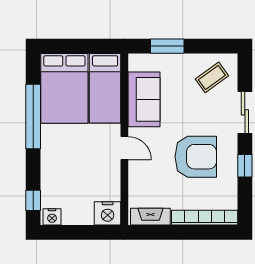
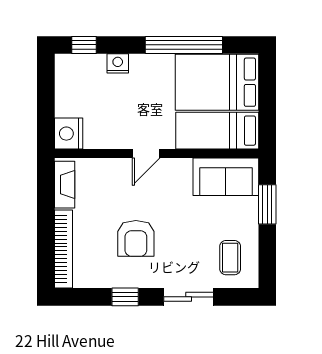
coffee table: (212, 77) -> (230, 258), turned 36
sofa: (144, 99) -> (226, 177), moved
armchair: (196, 157) -> (136, 238), width x0.73, depth x0.73
nightstand: (52, 217) -> (118, 63), moved, turned 90

